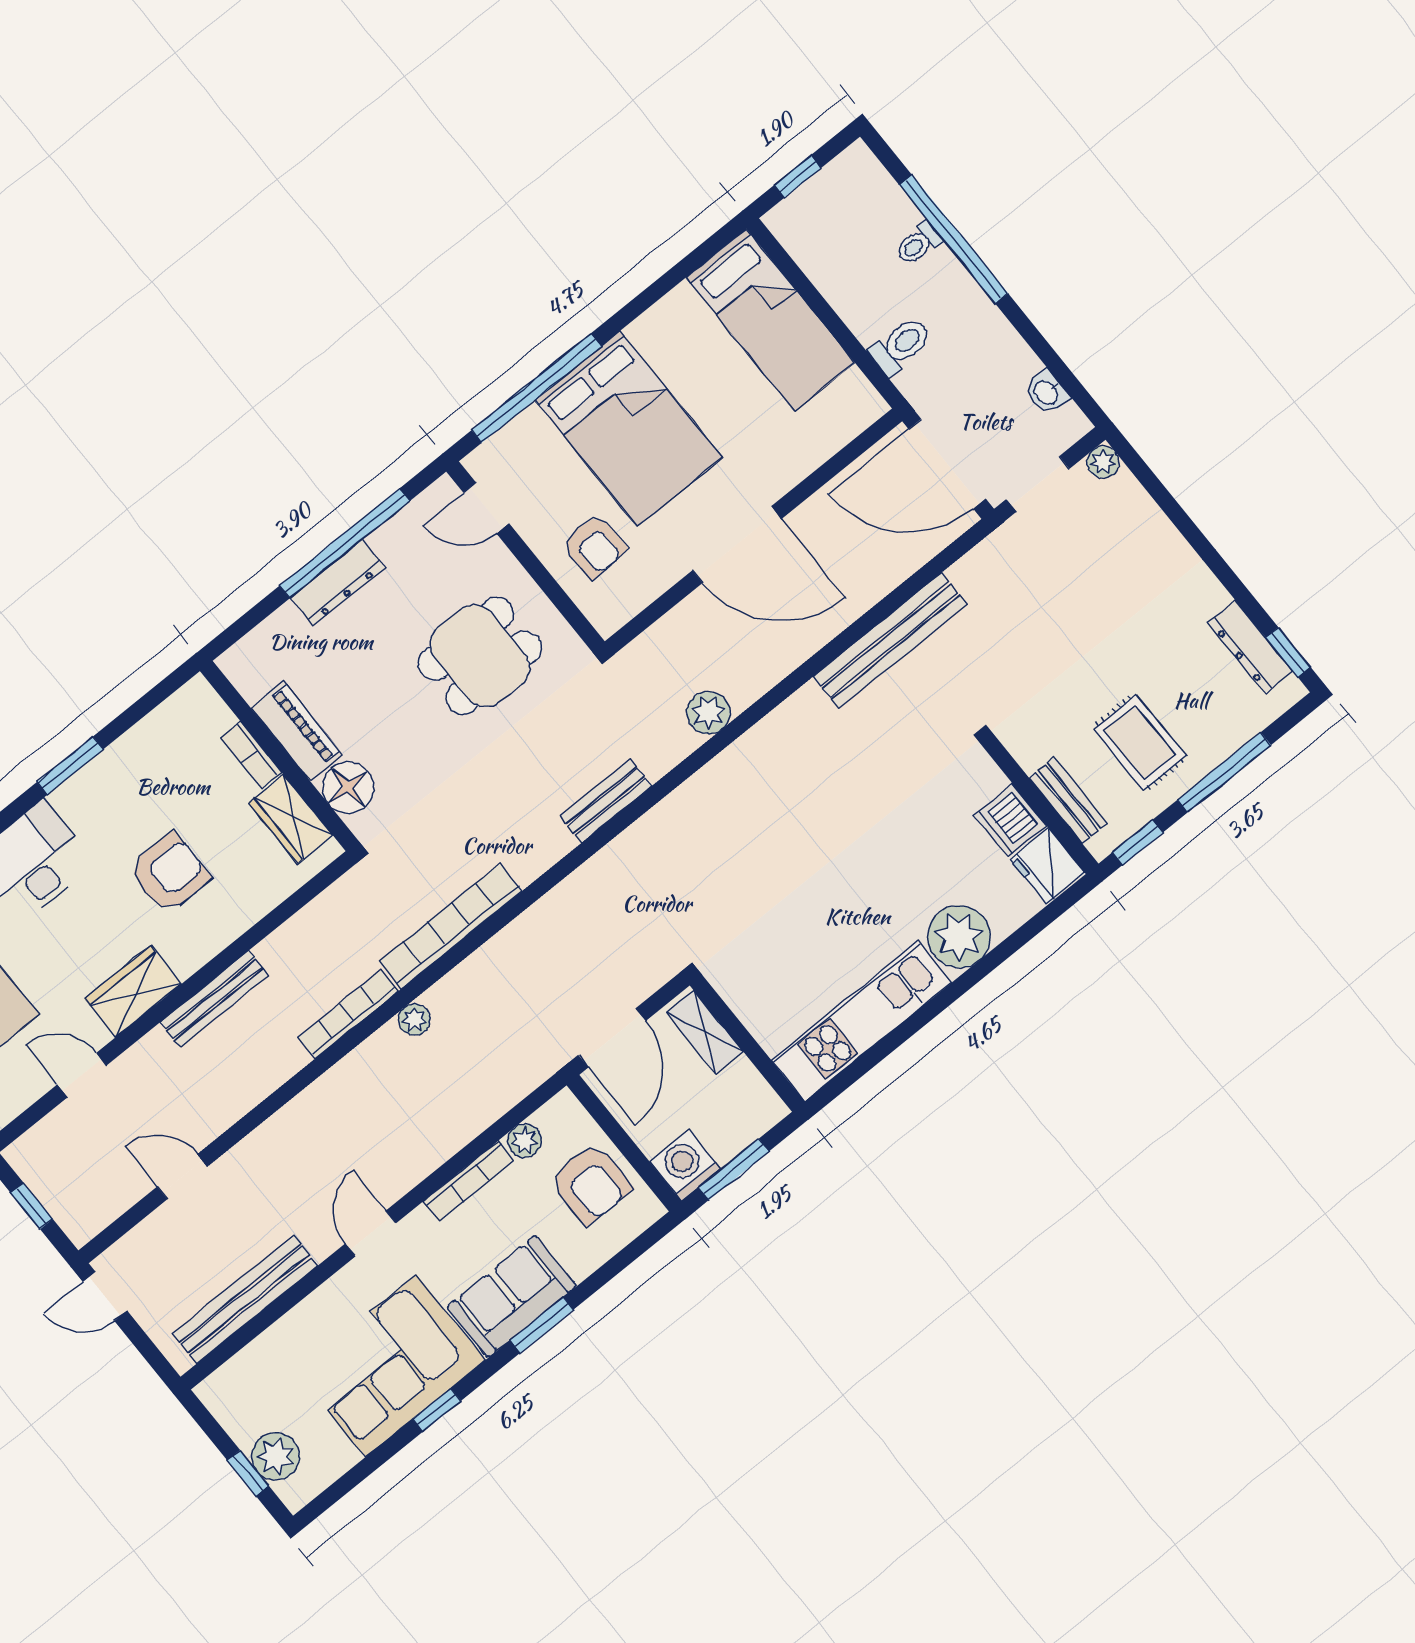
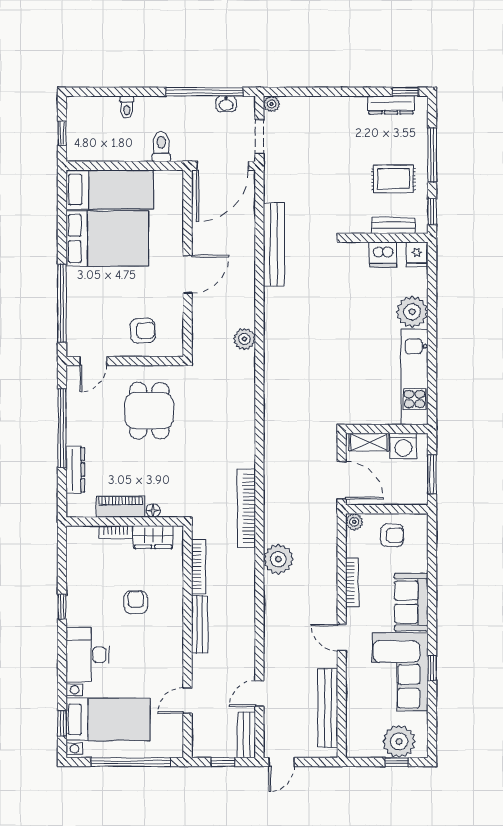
window: (954, 239) -> (204, 92), moved
bed: (628, 429) -> (107, 239), moved
door: (737, 545) -> (187, 274), width x0.73
dresser: (338, 582) -> (75, 470), moved
window: (70, 766) -> (62, 607), width x0.67
floor lamp: (348, 788) -> (153, 511), width x0.53, depth x0.53
bench: (606, 801) -> (246, 735), moved
fridge: (1047, 866) -> (417, 254), width x0.72
armchair: (169, 873) -> (136, 602), width x0.72, depth x0.72
wardrobe: (133, 991) -> (171, 654), removed
bookcase: (348, 1014) -> (198, 566), moved, turned 180
plant: (414, 1020) -> (278, 559), width x1.88, depth x1.88
plant: (525, 1141) -> (354, 522), moved
washing machine: (685, 1165) -> (403, 446), moved, turned -90
armchair: (591, 1184) -> (392, 535), width x0.72, depth x0.72
window: (542, 1325) -> (432, 599), removed
plant: (276, 1456) -> (399, 741), width x1.36, depth x1.36

